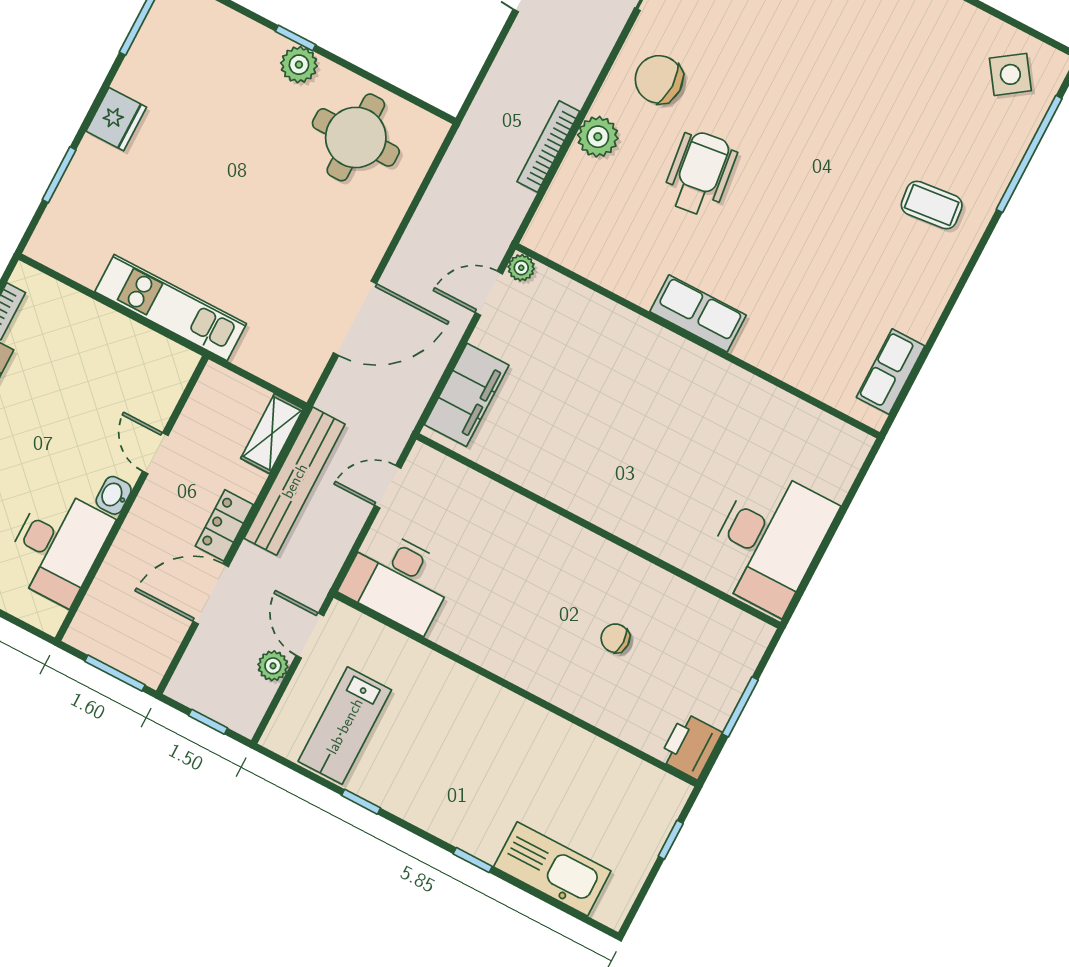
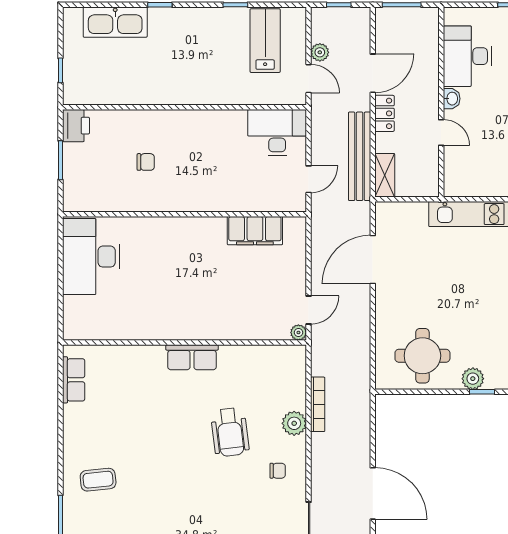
chair: (659, 79) -> (278, 471), width x0.54, depth x0.54
filing cabinet: (467, 395) -> (255, 231), moved, turned -90

